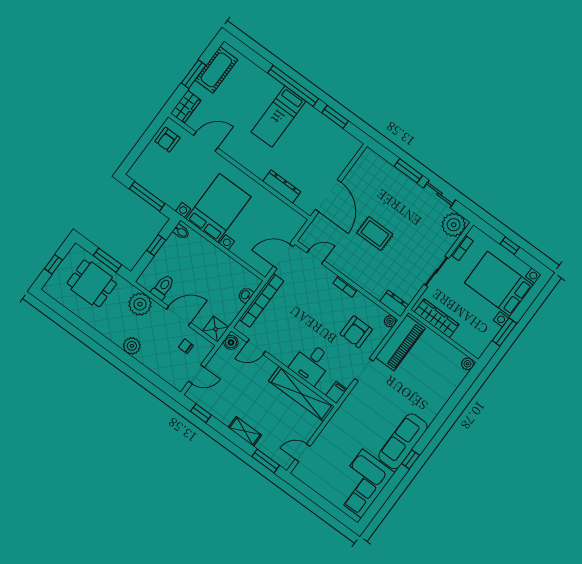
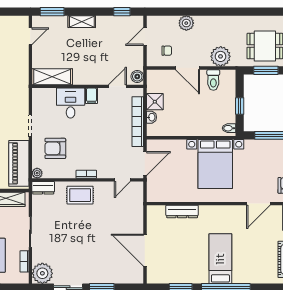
door: (328, 196) -> (145, 250), moved
rug: (375, 233) -> (80, 195), moved
door: (179, 316) -> (187, 68), hinge flipped
shower: (216, 329) -> (155, 102), moved
armchair: (356, 332) -> (55, 148), turned -90
plant: (132, 346) -> (186, 23), moved
filing cabinet: (336, 392) -> (91, 96), moved
shelving: (301, 394) -> (52, 77), width x0.68

